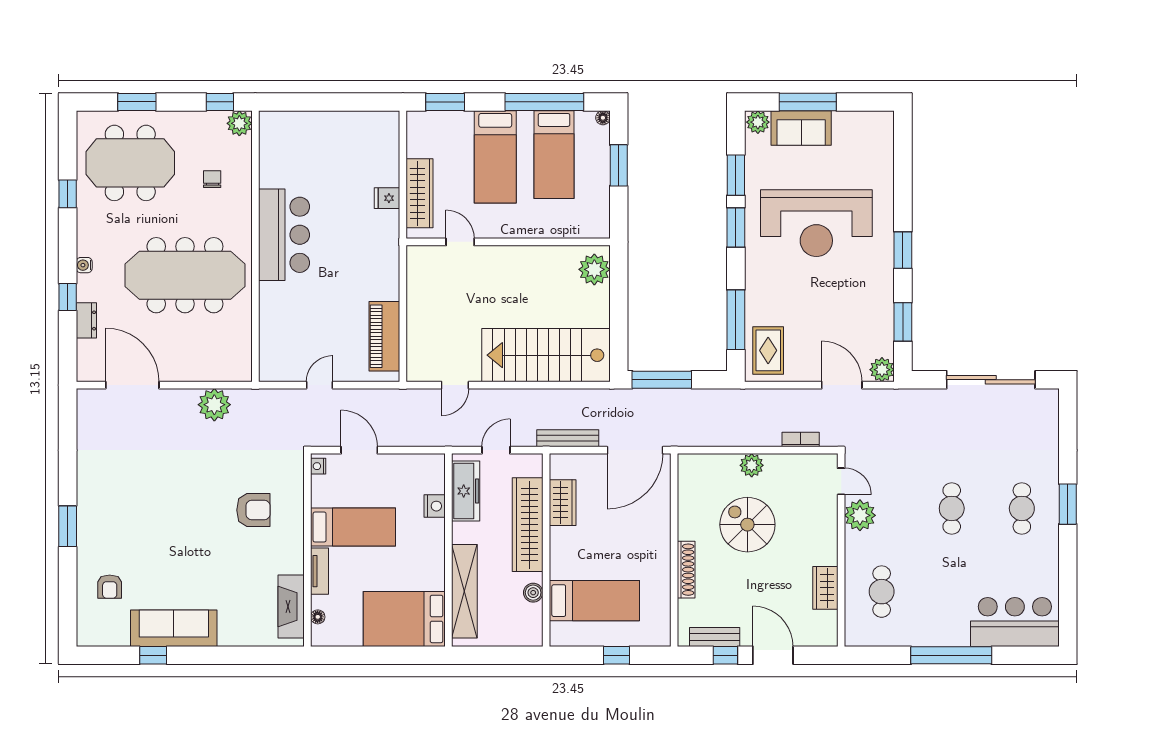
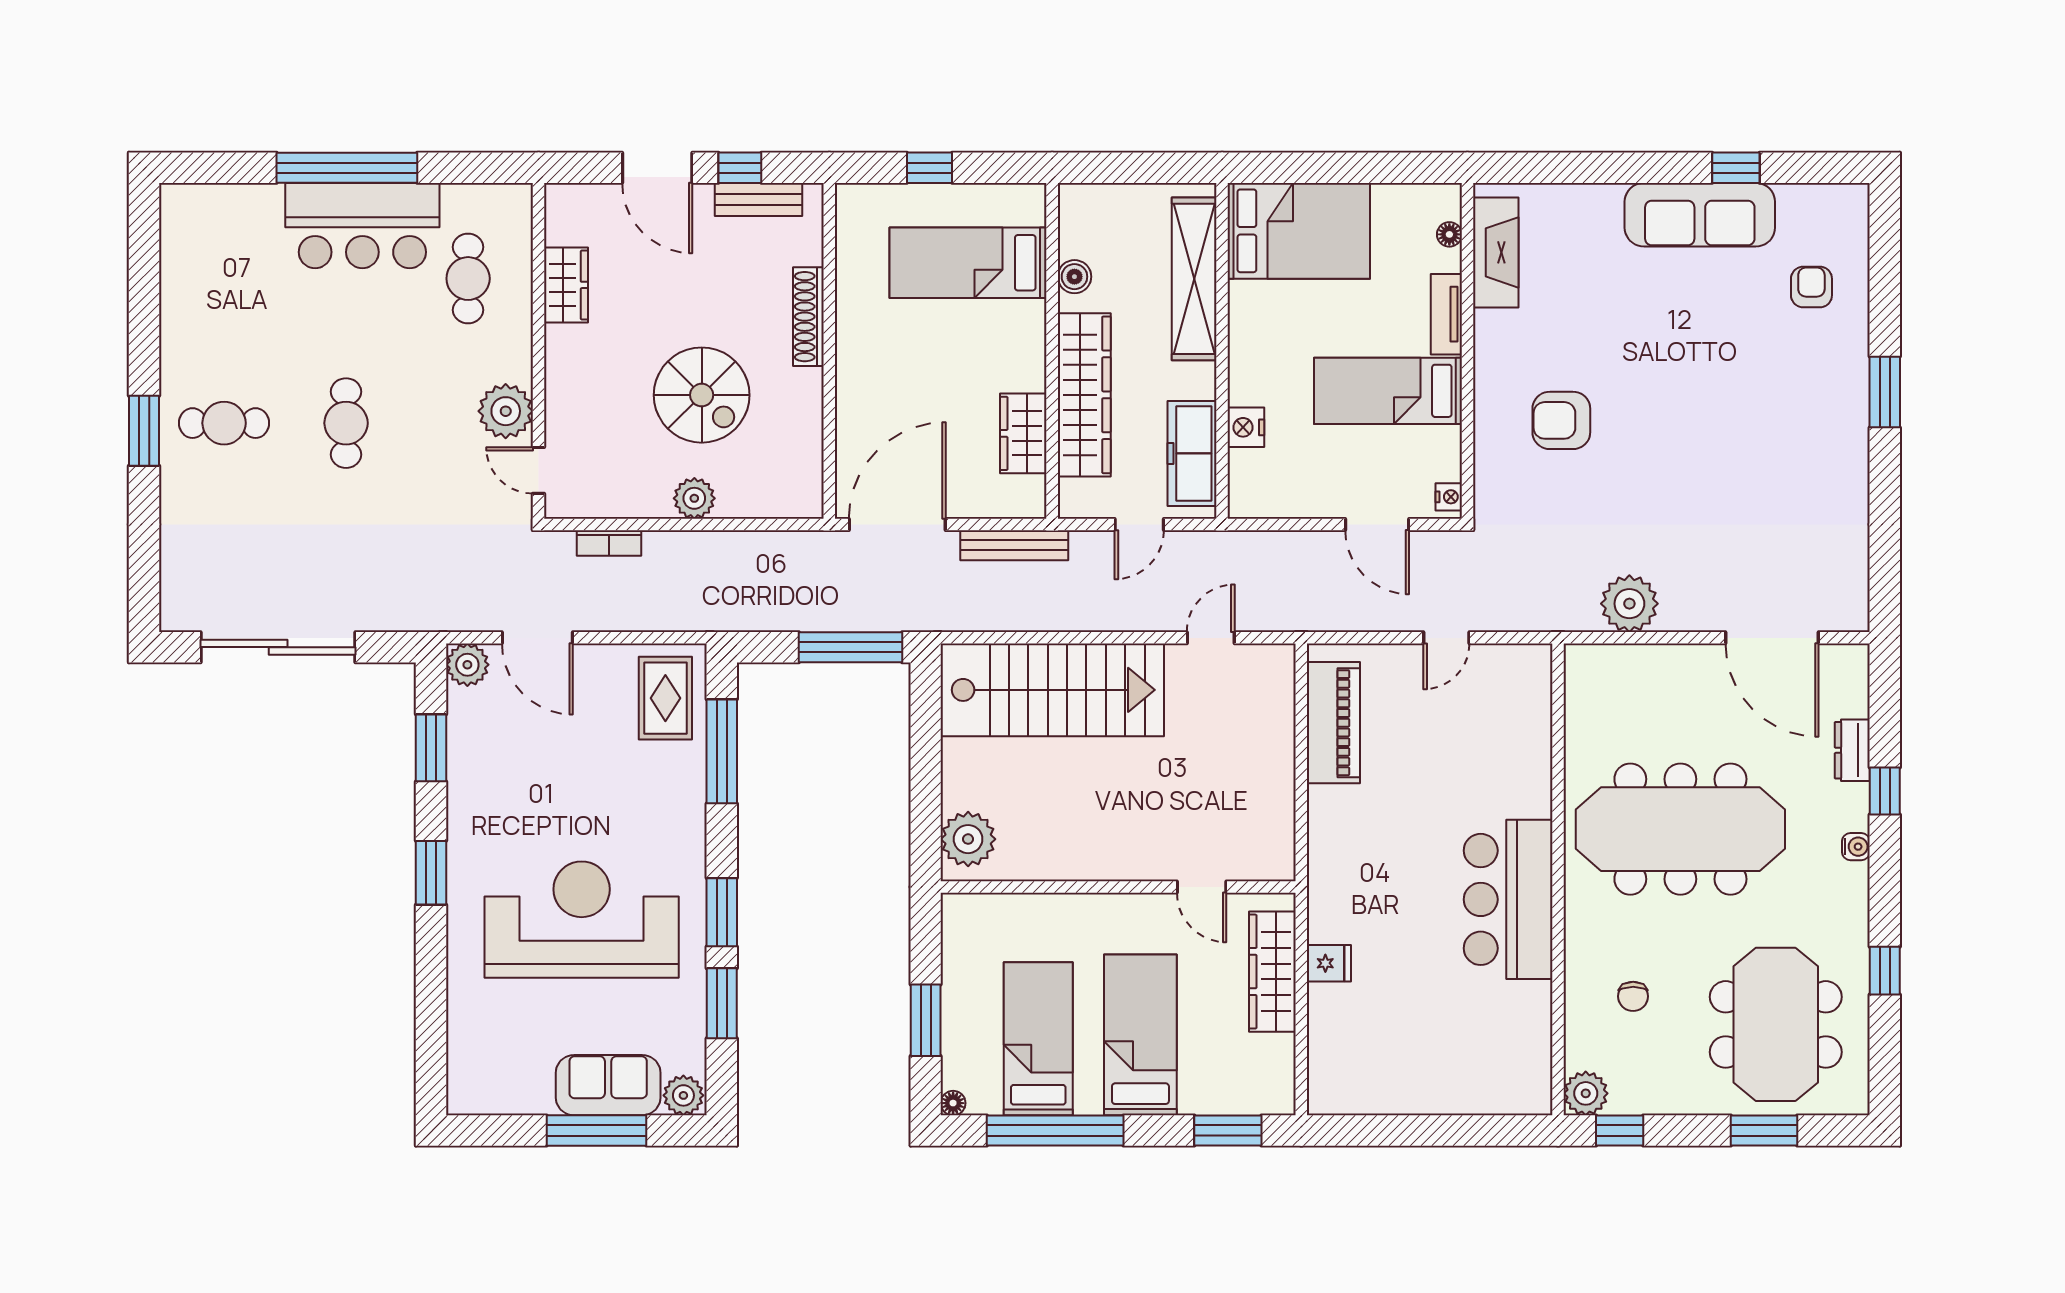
meeting table: (130, 163) -> (1776, 1024), turned 90
cafe table: (1022, 508) -> (224, 423), turned 90
bar counter: (1015, 622) -> (362, 226), moved

